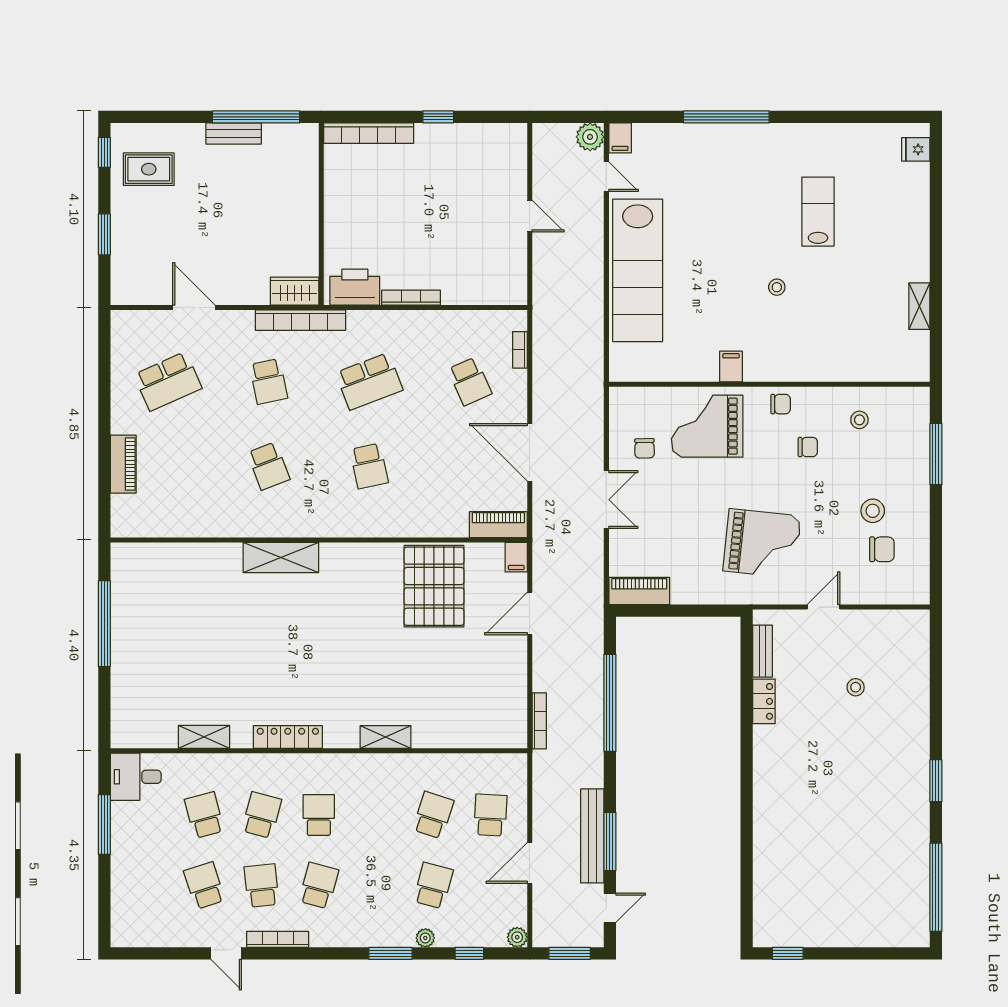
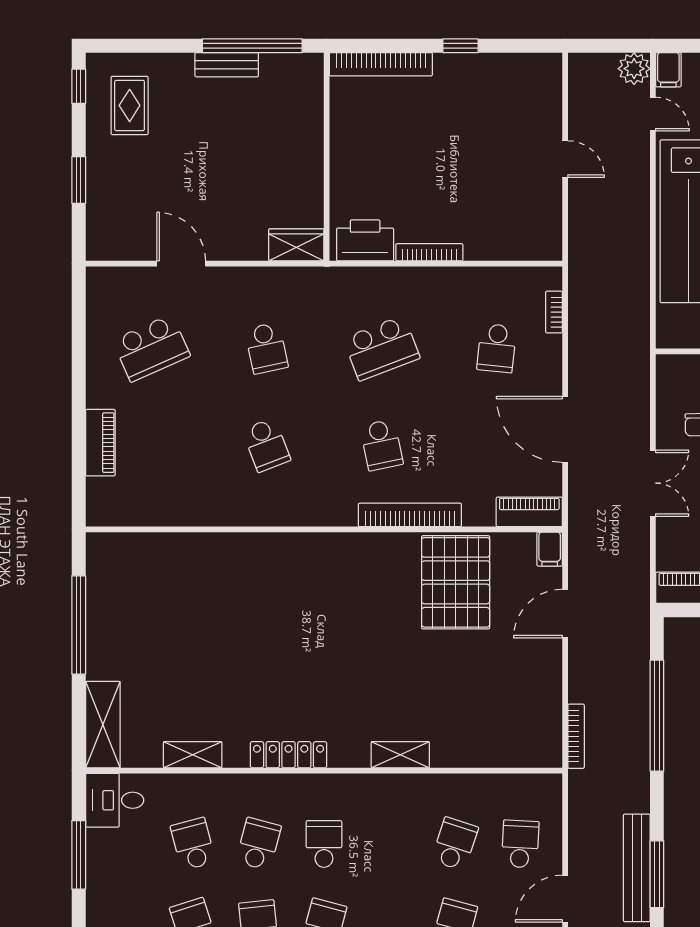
rug: (149, 169) -> (130, 105), turned 90
bookcase: (300, 320) -> (410, 515), moved, turned 180
school desk: (470, 381) -> (497, 348), turned 30
shelving: (281, 557) -> (103, 725), moved, turned 90

